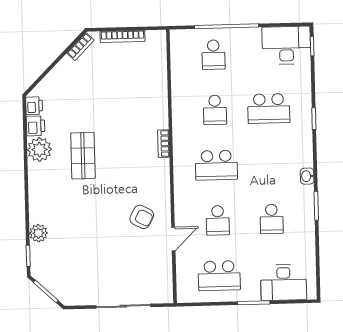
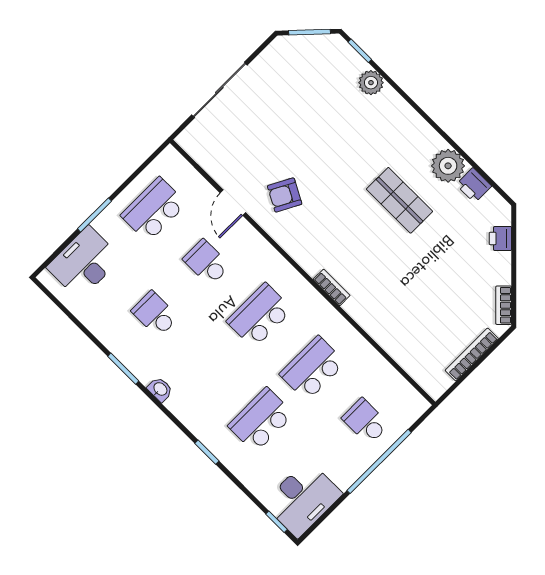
printer: (34, 106) -> (500, 238), moved, turned 45
school desk: (215, 110) -> (312, 368), width x1.85

